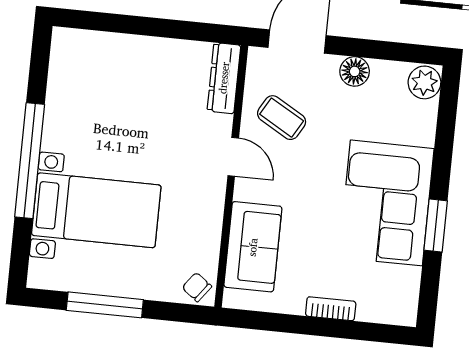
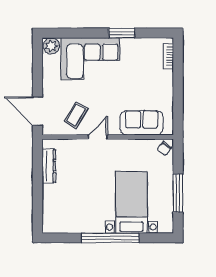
floor lamp: (355, 71) -> (49, 81), removed
dresser: (224, 78) -> (49, 166), moved, turned -90
corner sofa: (386, 203) -> (90, 59), moved
bookcase: (331, 309) -> (168, 56), moved

